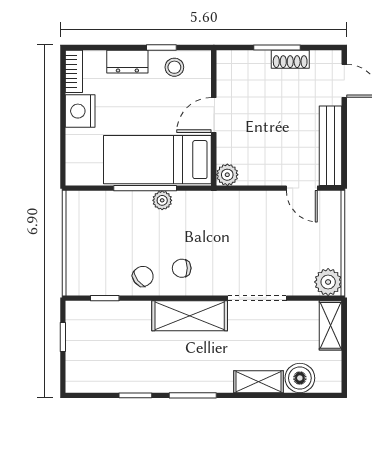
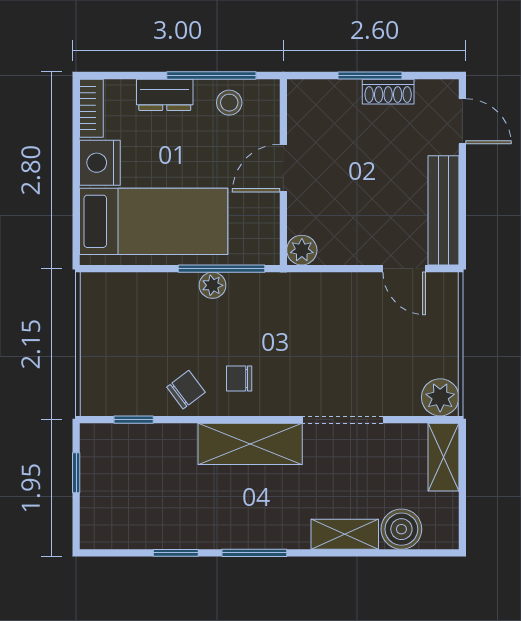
window: (161, 47) -> (211, 75), width x2.17
bed: (157, 160) -> (154, 221), moved, turned 180
window: (145, 188) -> (221, 269), moved

